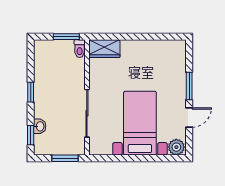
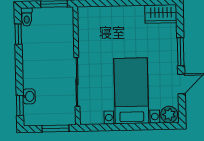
toilet: (80, 49) -> (27, 17), moved
wardrobe: (104, 49) -> (161, 14), moved
window: (31, 92) -> (18, 34), moved

